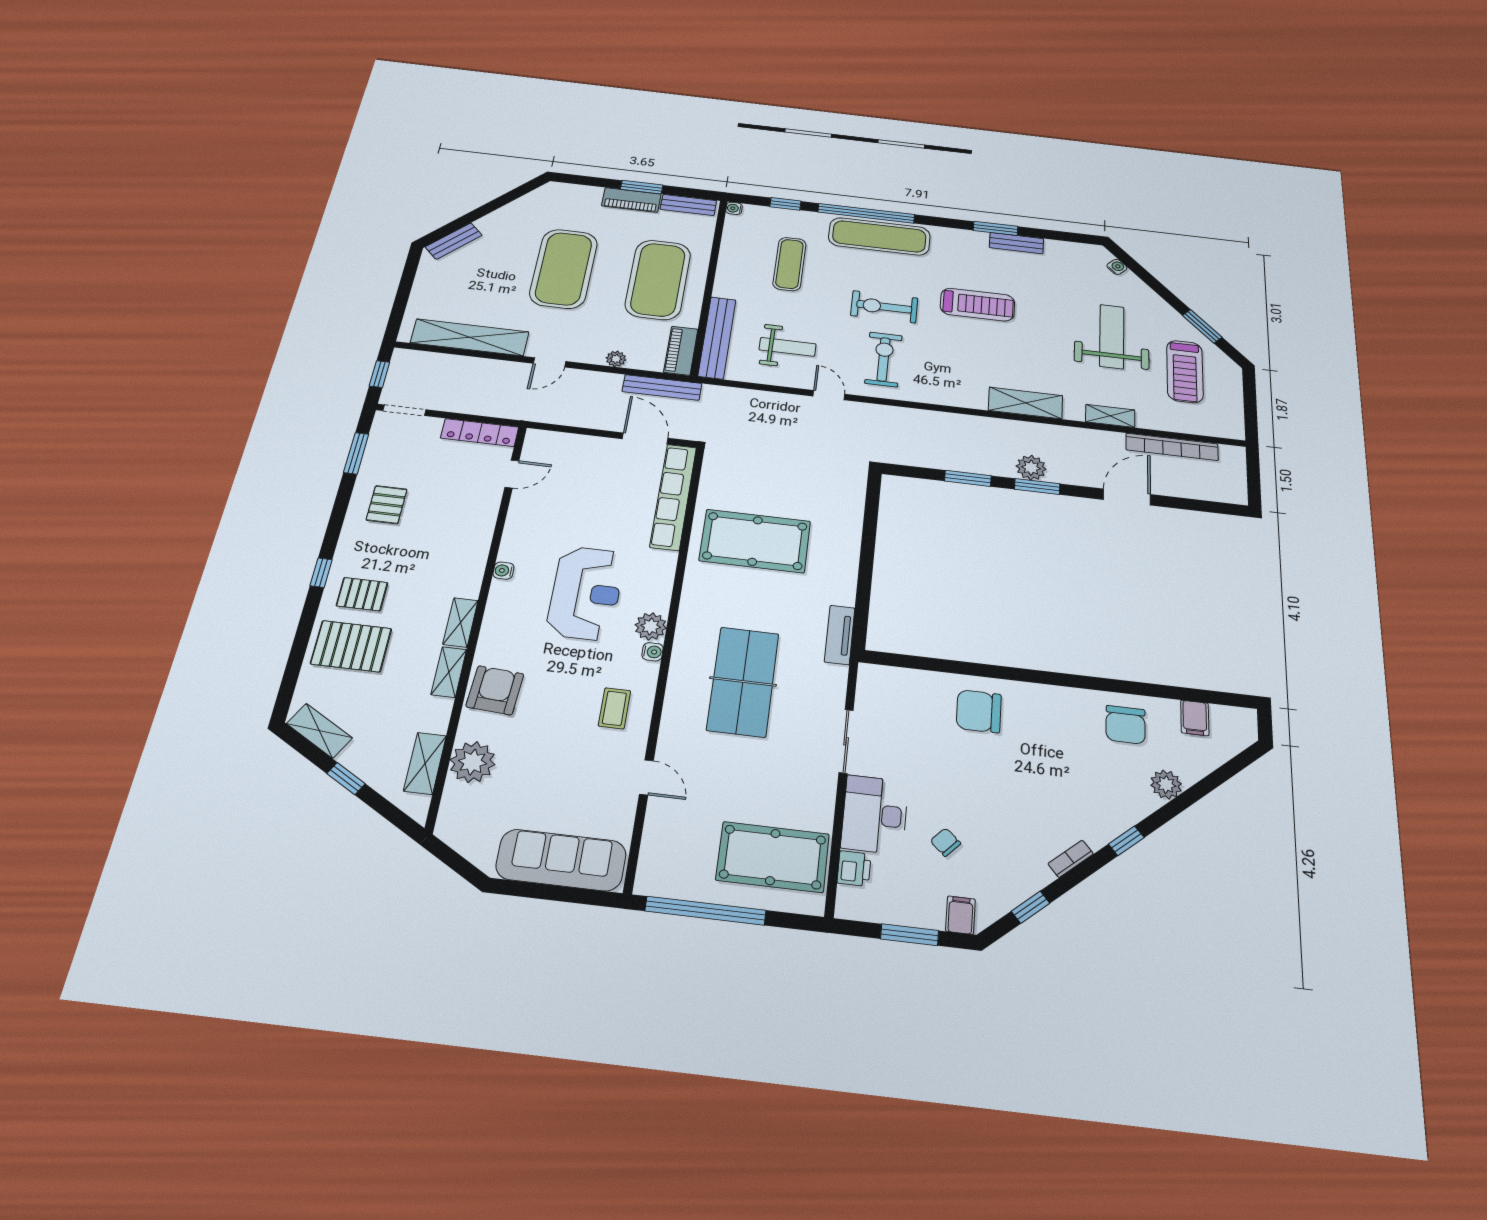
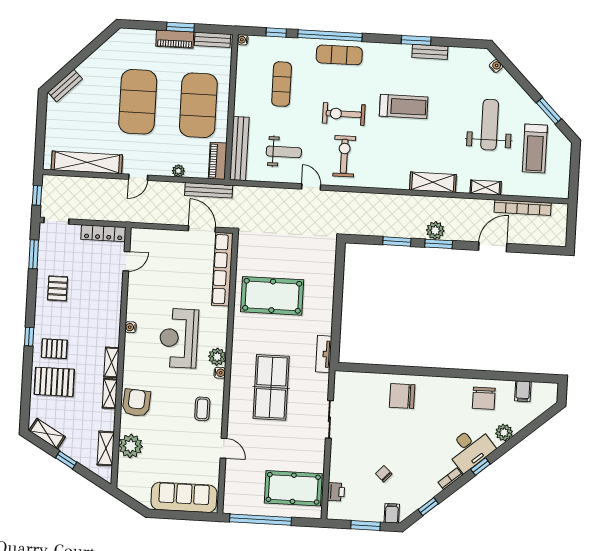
exercise mat: (879, 236) -> (339, 55), width x0.73, depth x0.69
reception desk: (586, 593) -> (179, 338), turned 180
desk: (875, 815) -> (470, 448), moved, turned -131

